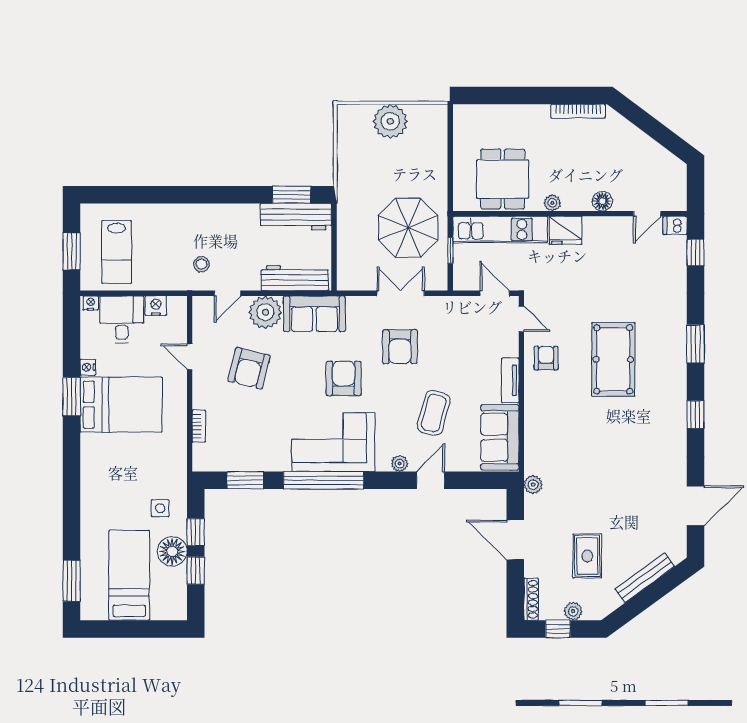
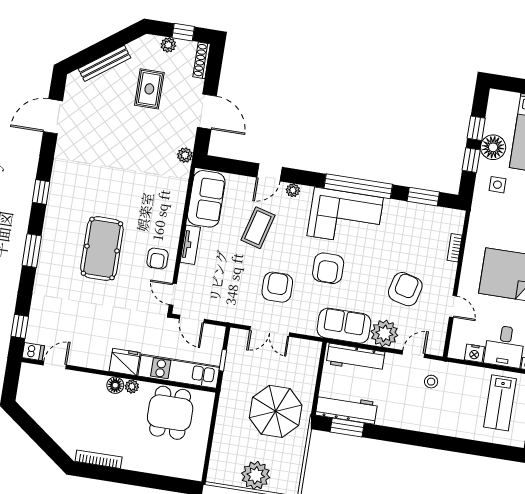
floor lamp: (602, 201) -> (115, 385), moved
parasol: (408, 228) -> (276, 411), moved
lab bench: (117, 252) -> (500, 403), turned 180

